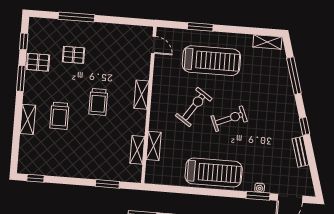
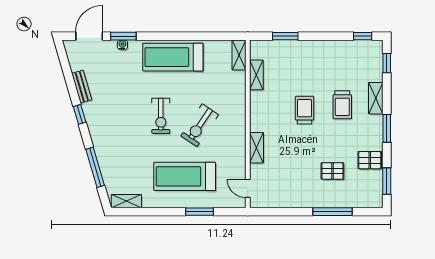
window: (24, 41) -> (387, 181), width x1.50
window: (21, 78) -> (387, 128), moved
shelving: (141, 95) -> (256, 148), moved
trolley: (98, 102) -> (305, 110), moved
trolley: (59, 116) -> (342, 105), turned 180
exercise bike: (229, 119) -> (161, 116), turned -67
shelving: (154, 146) -> (239, 55), moved
window: (15, 151) -> (387, 63), added

